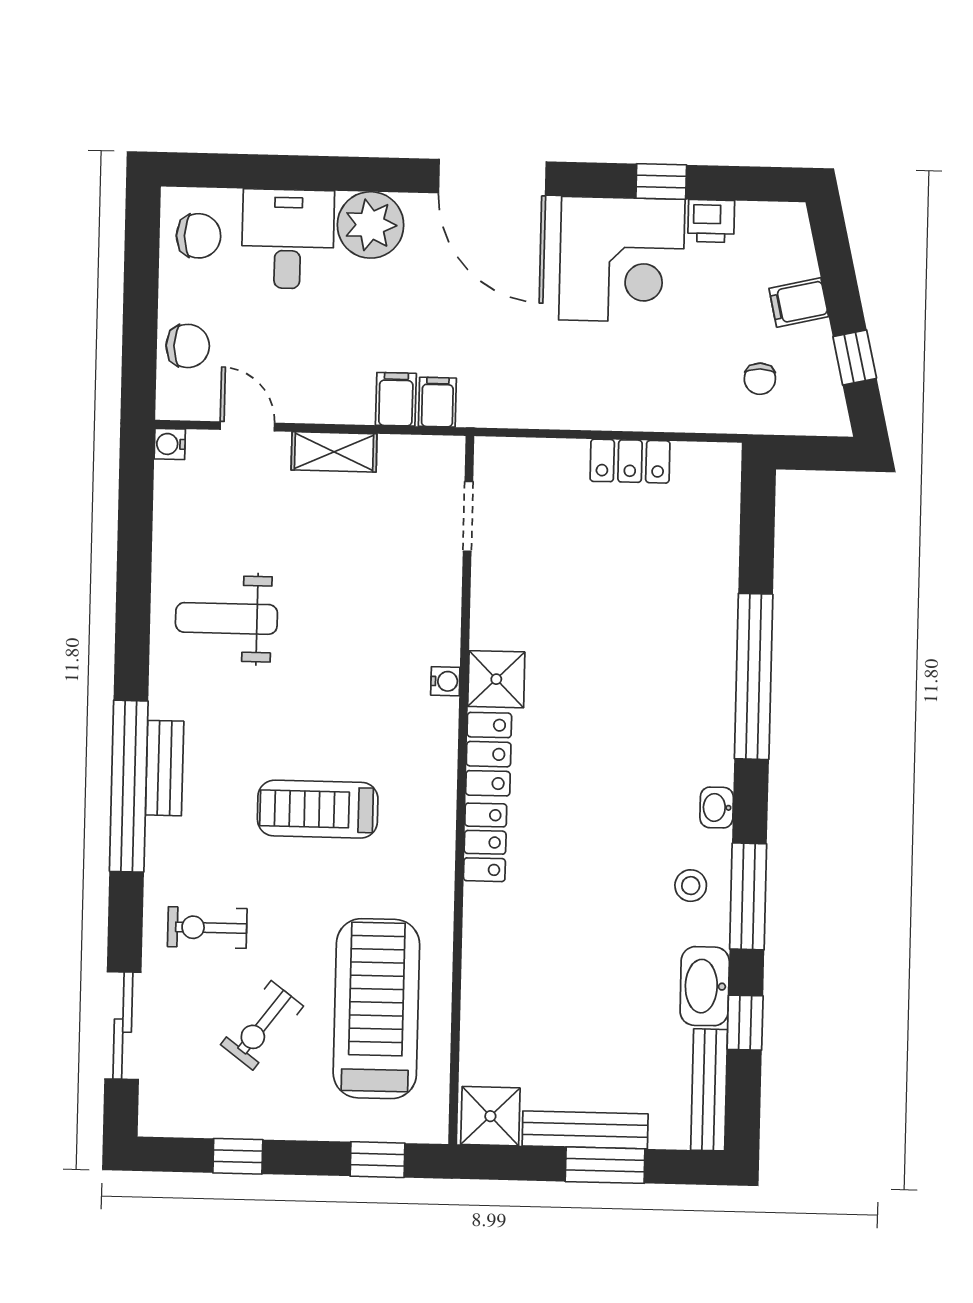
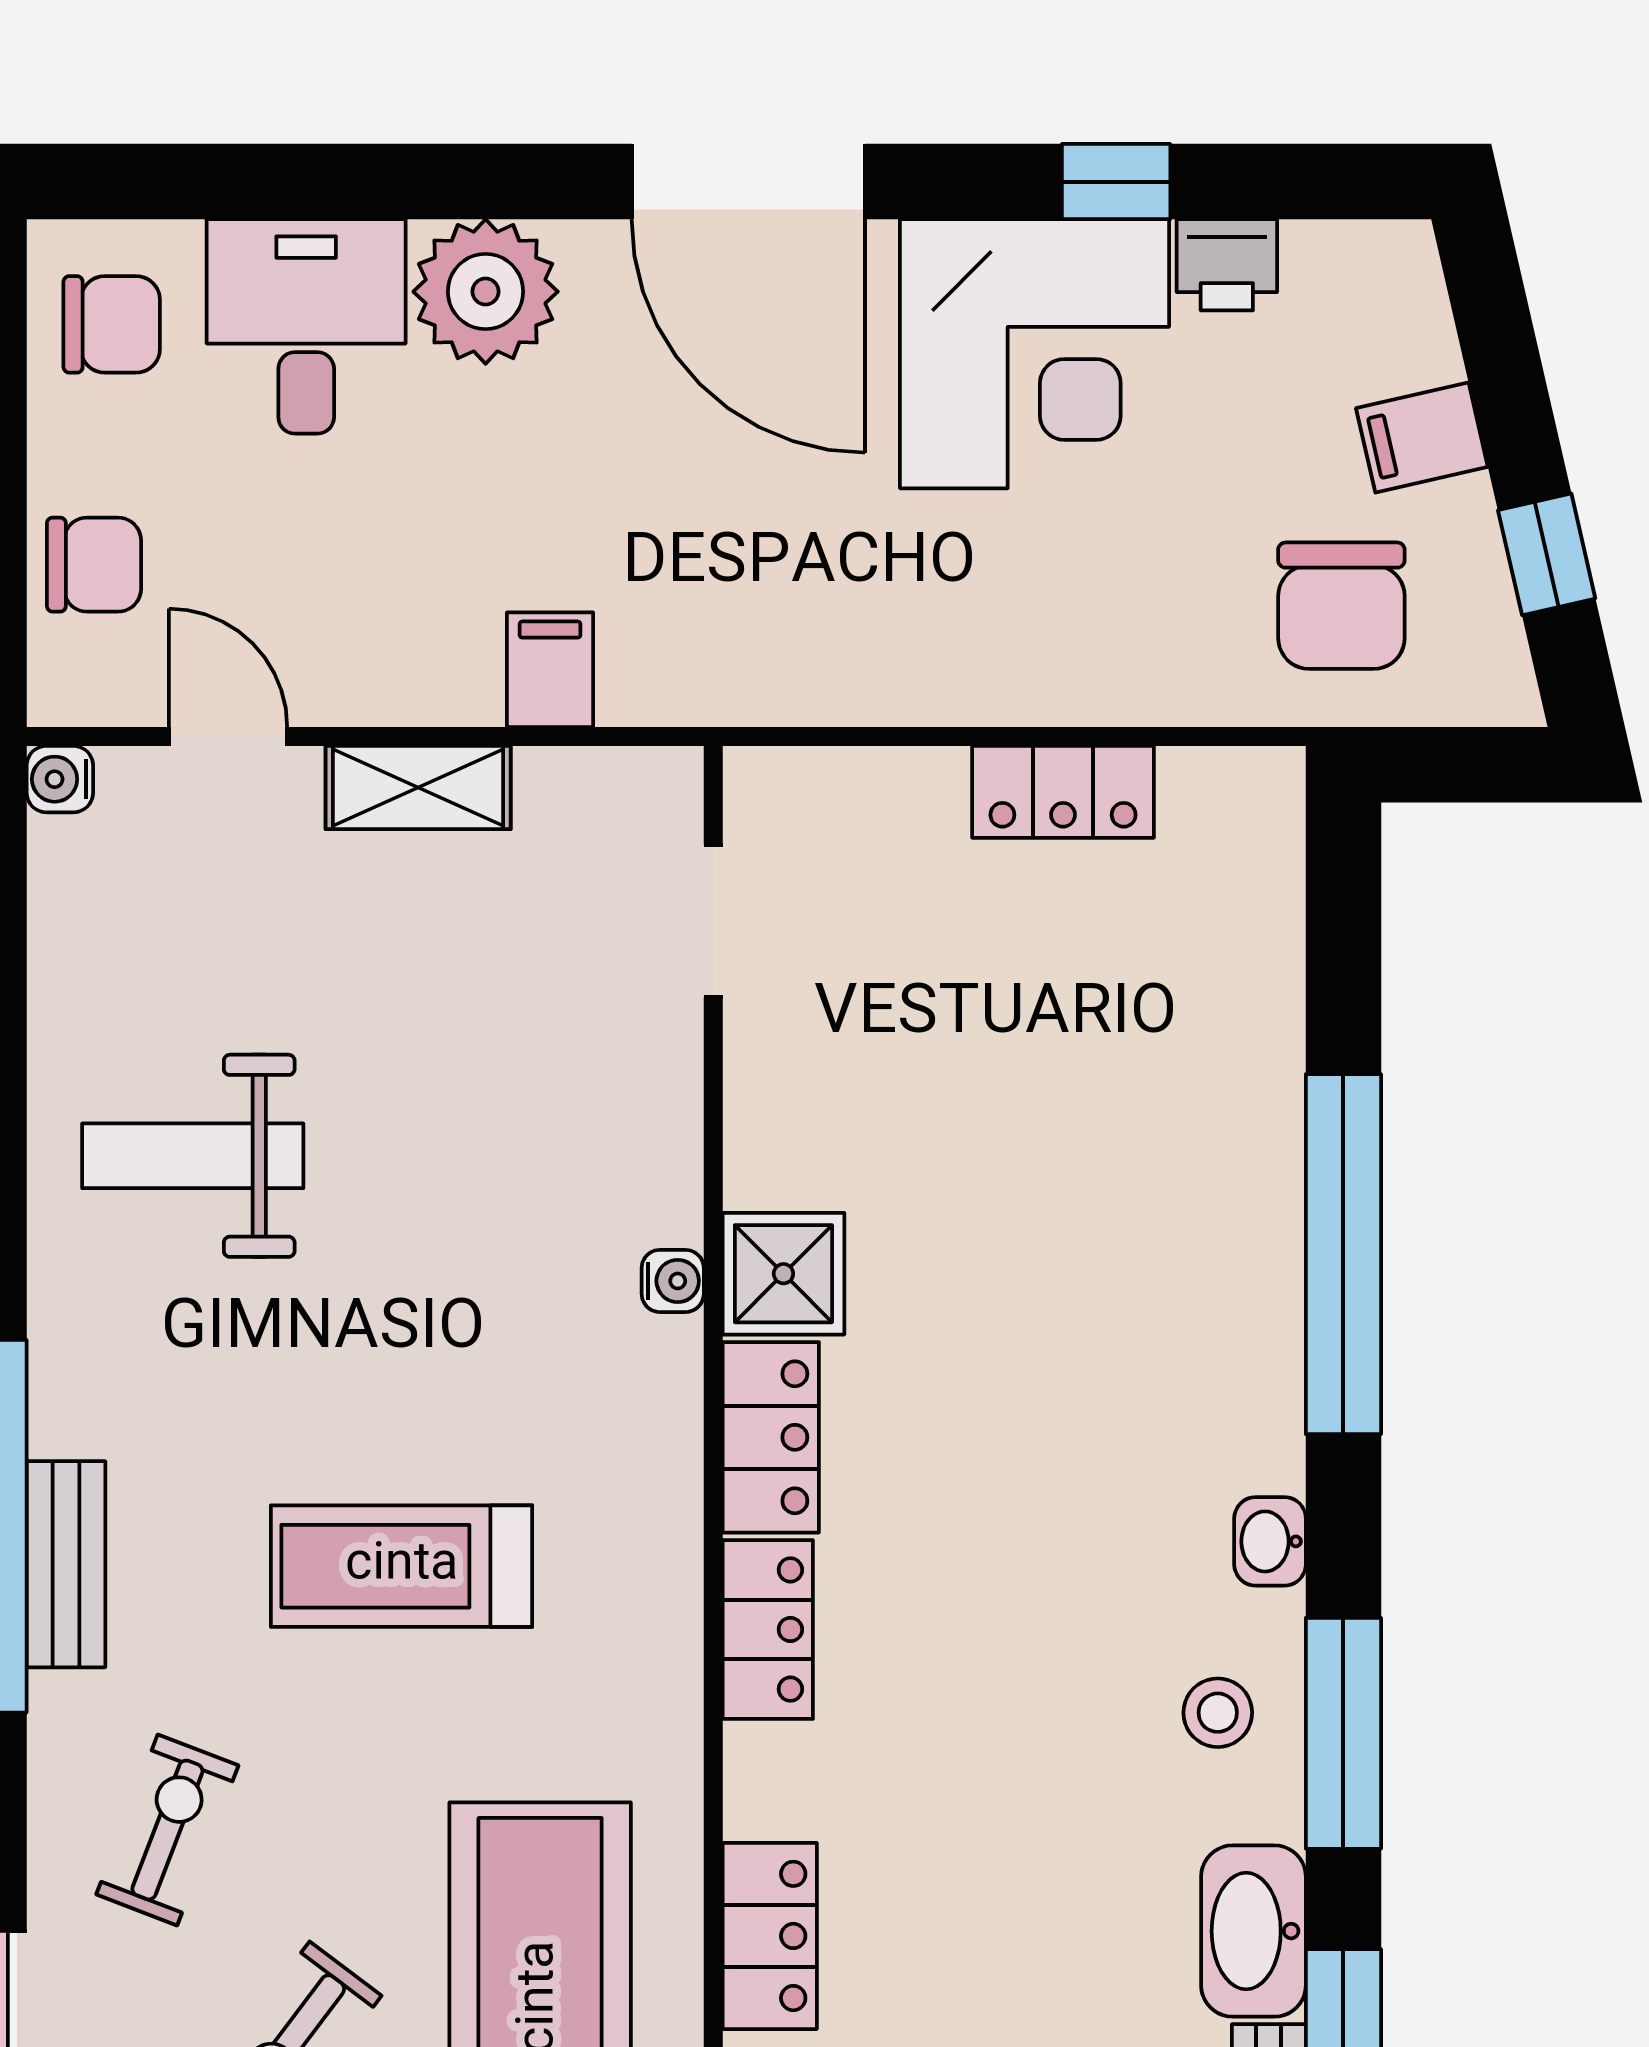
chair: (760, 379) -> (1341, 606), width x1.87, depth x1.87
filing cabinet: (437, 402) -> (641, 674), removed
bench: (165, 768) -> (66, 1564), moved
exercise bike: (207, 928) -> (167, 1830), turned 111
locker: (483, 983) -> (770, 1936), added

